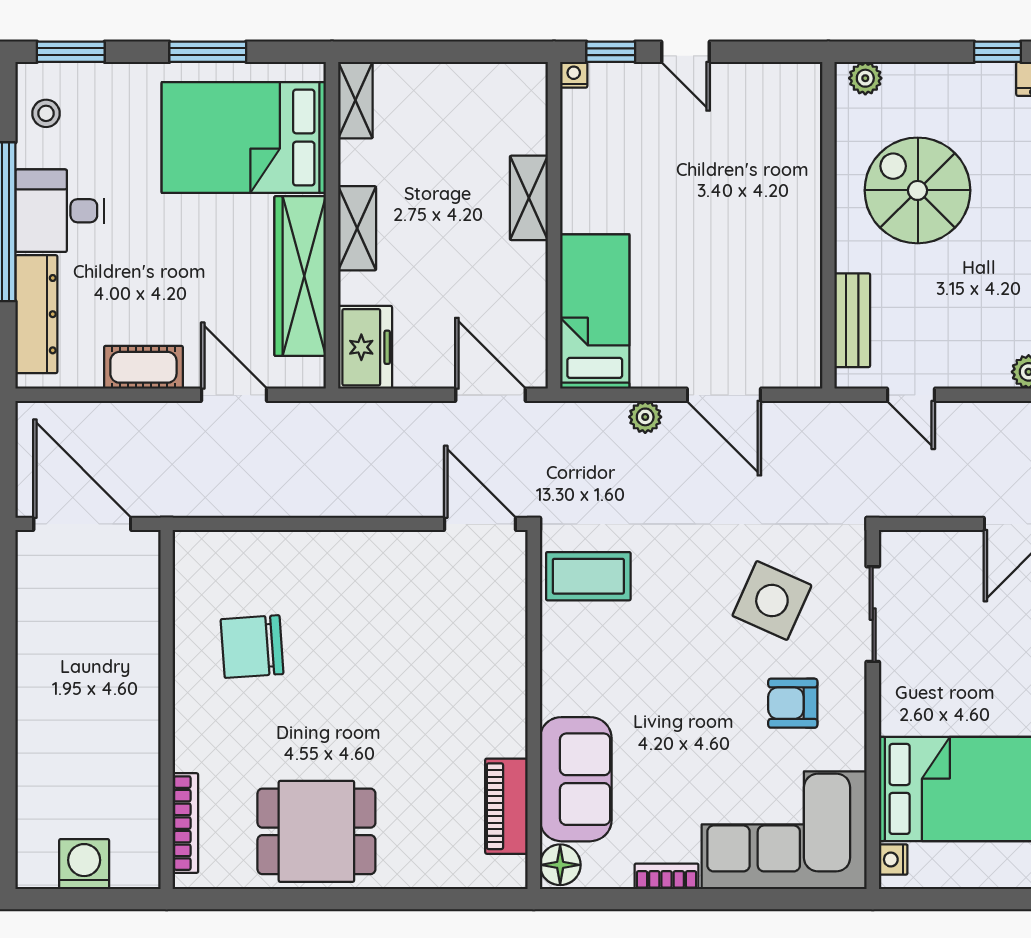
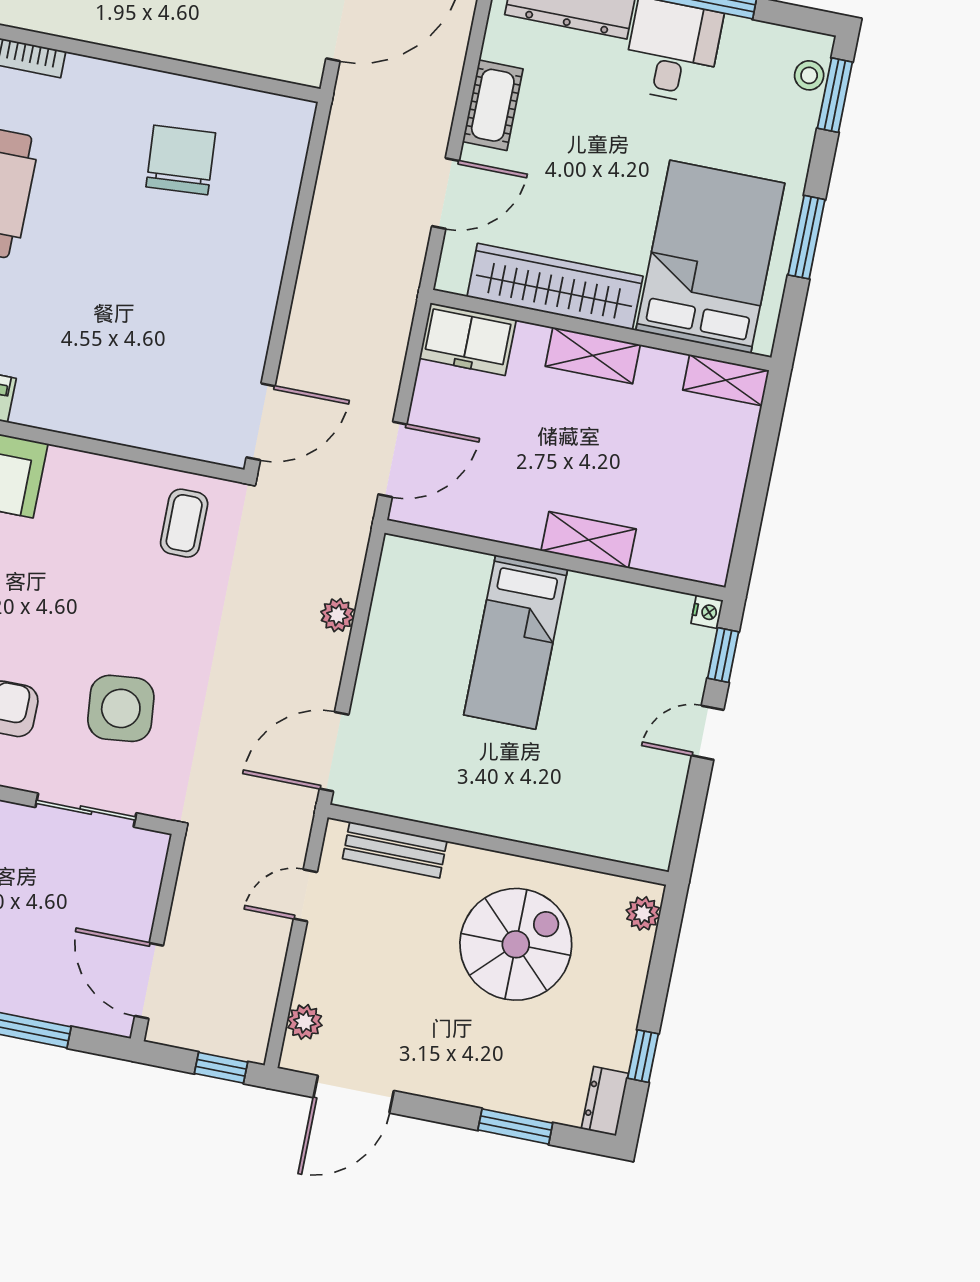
stool: (46, 113) -> (809, 75), moved
bed: (595, 312) -> (516, 642), moved, turned 90
door: (724, 395) -> (334, 752), moved
coffee table: (588, 576) -> (184, 523), width x0.73, depth x0.77
side table: (772, 600) -> (121, 708), turned -30

